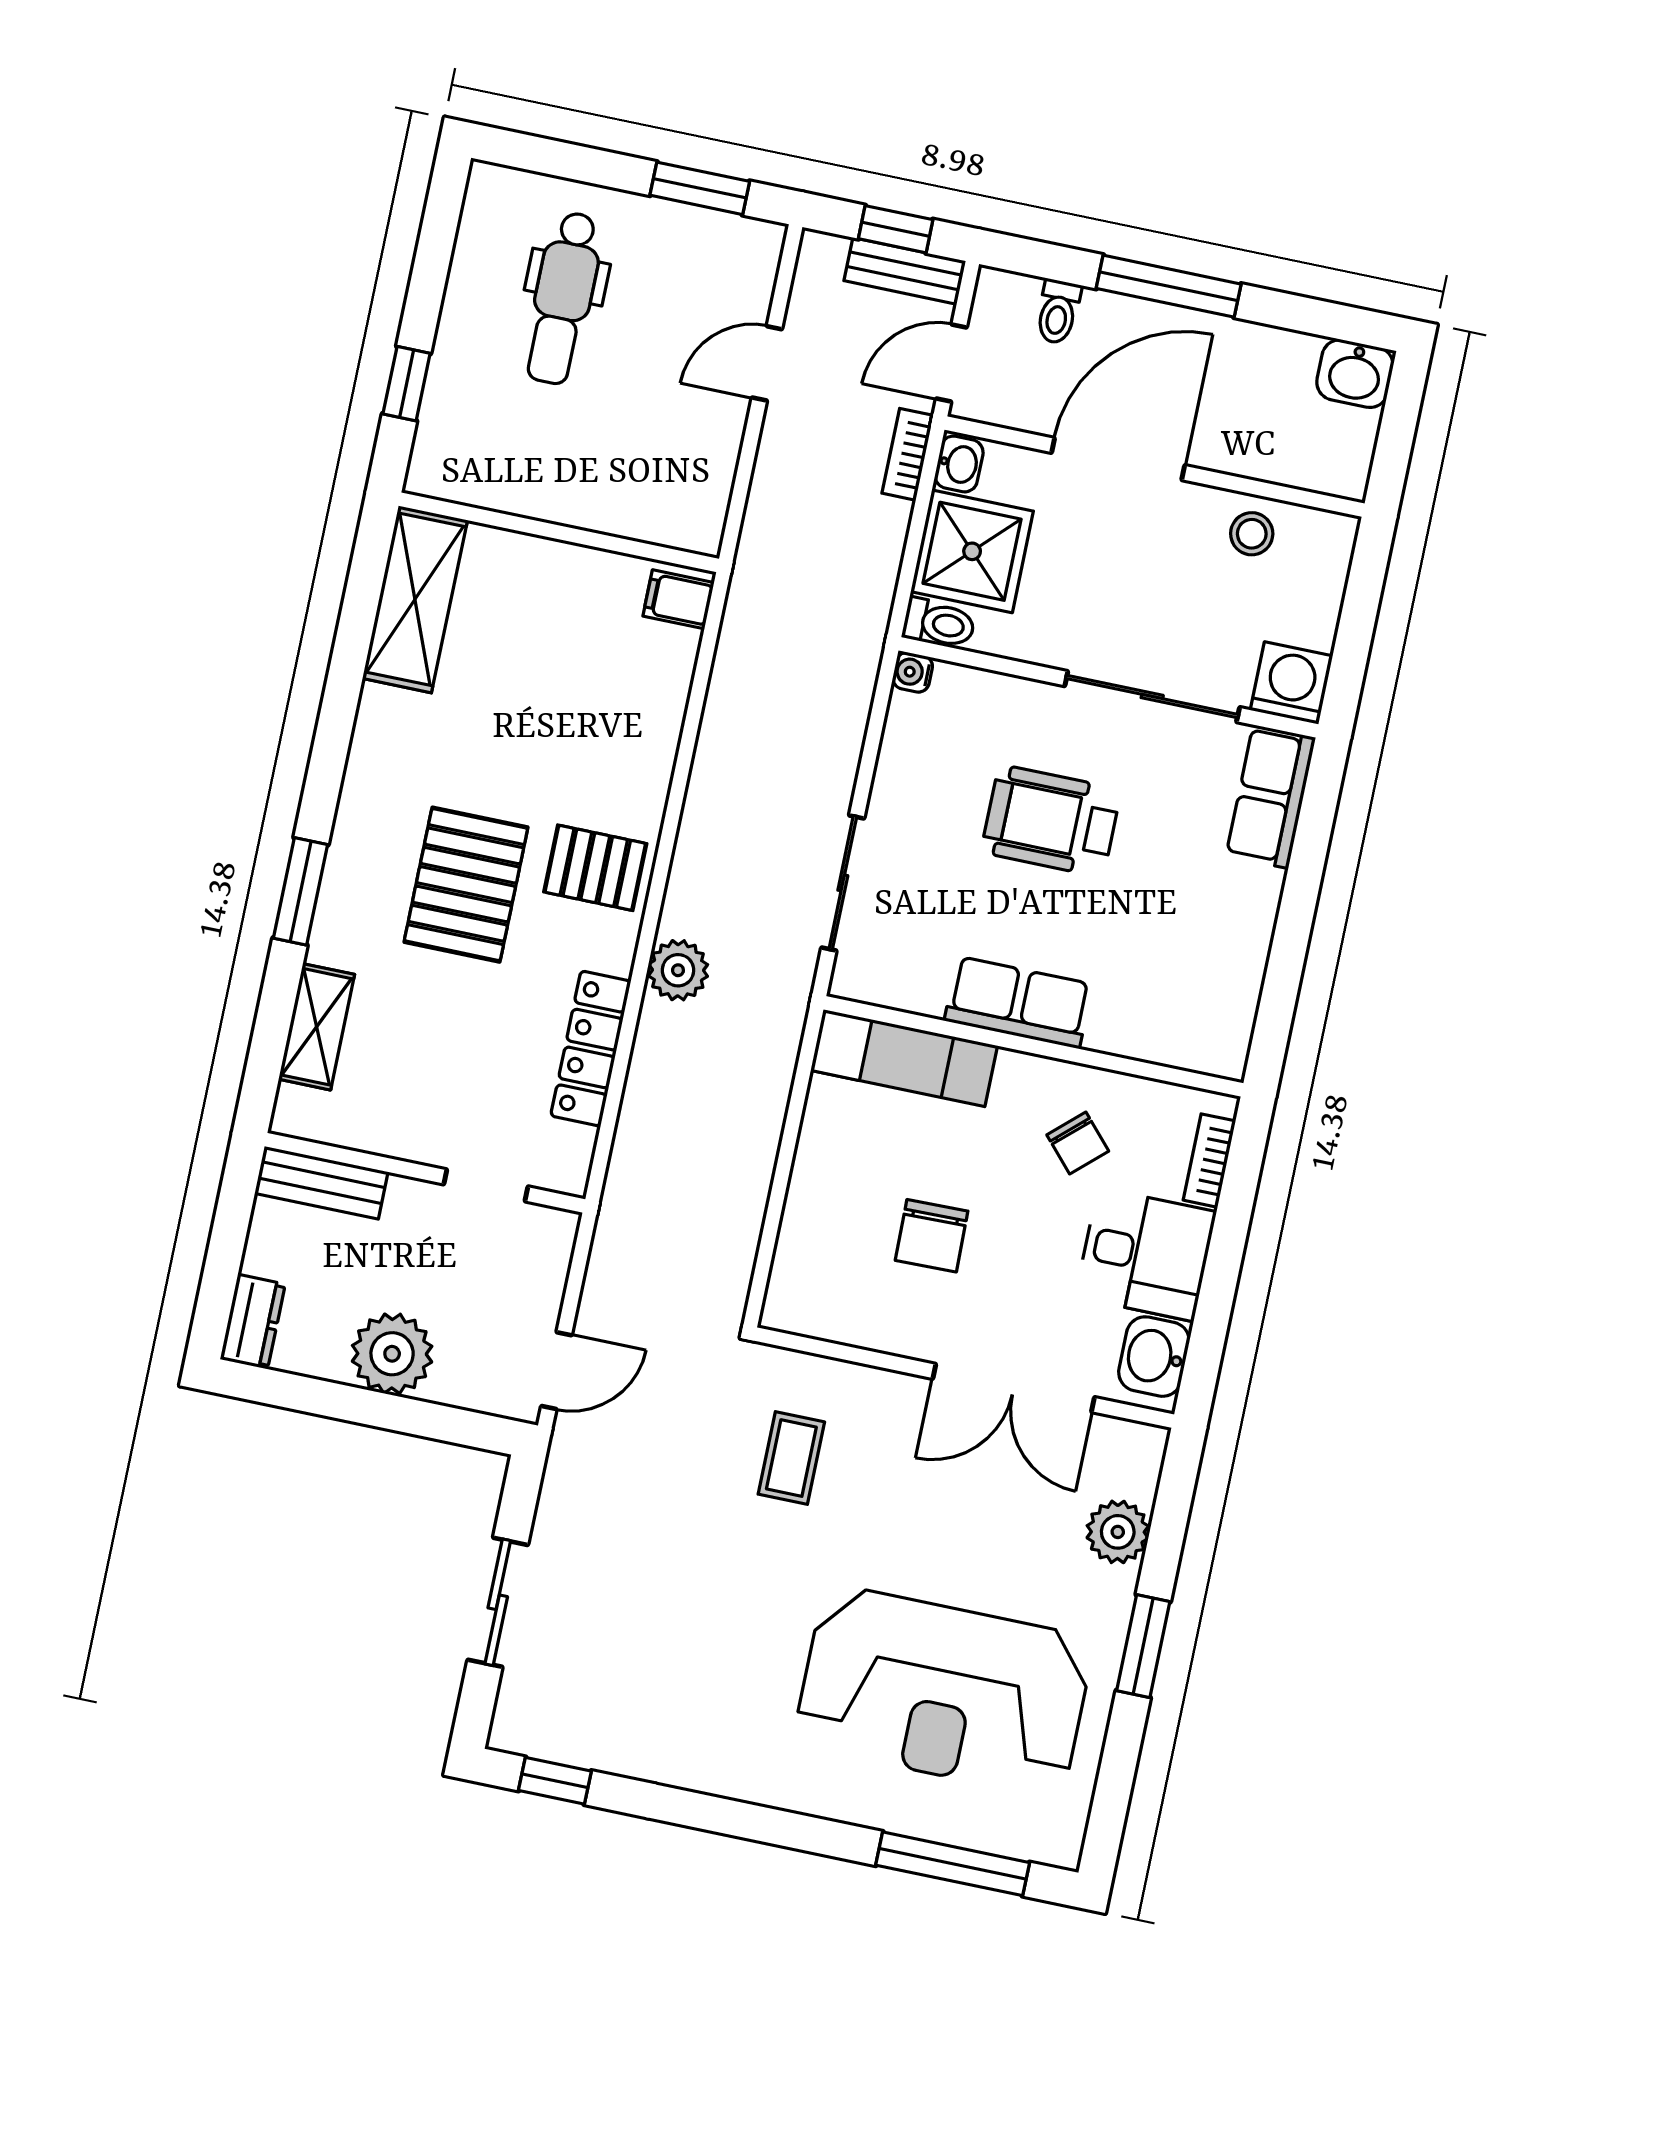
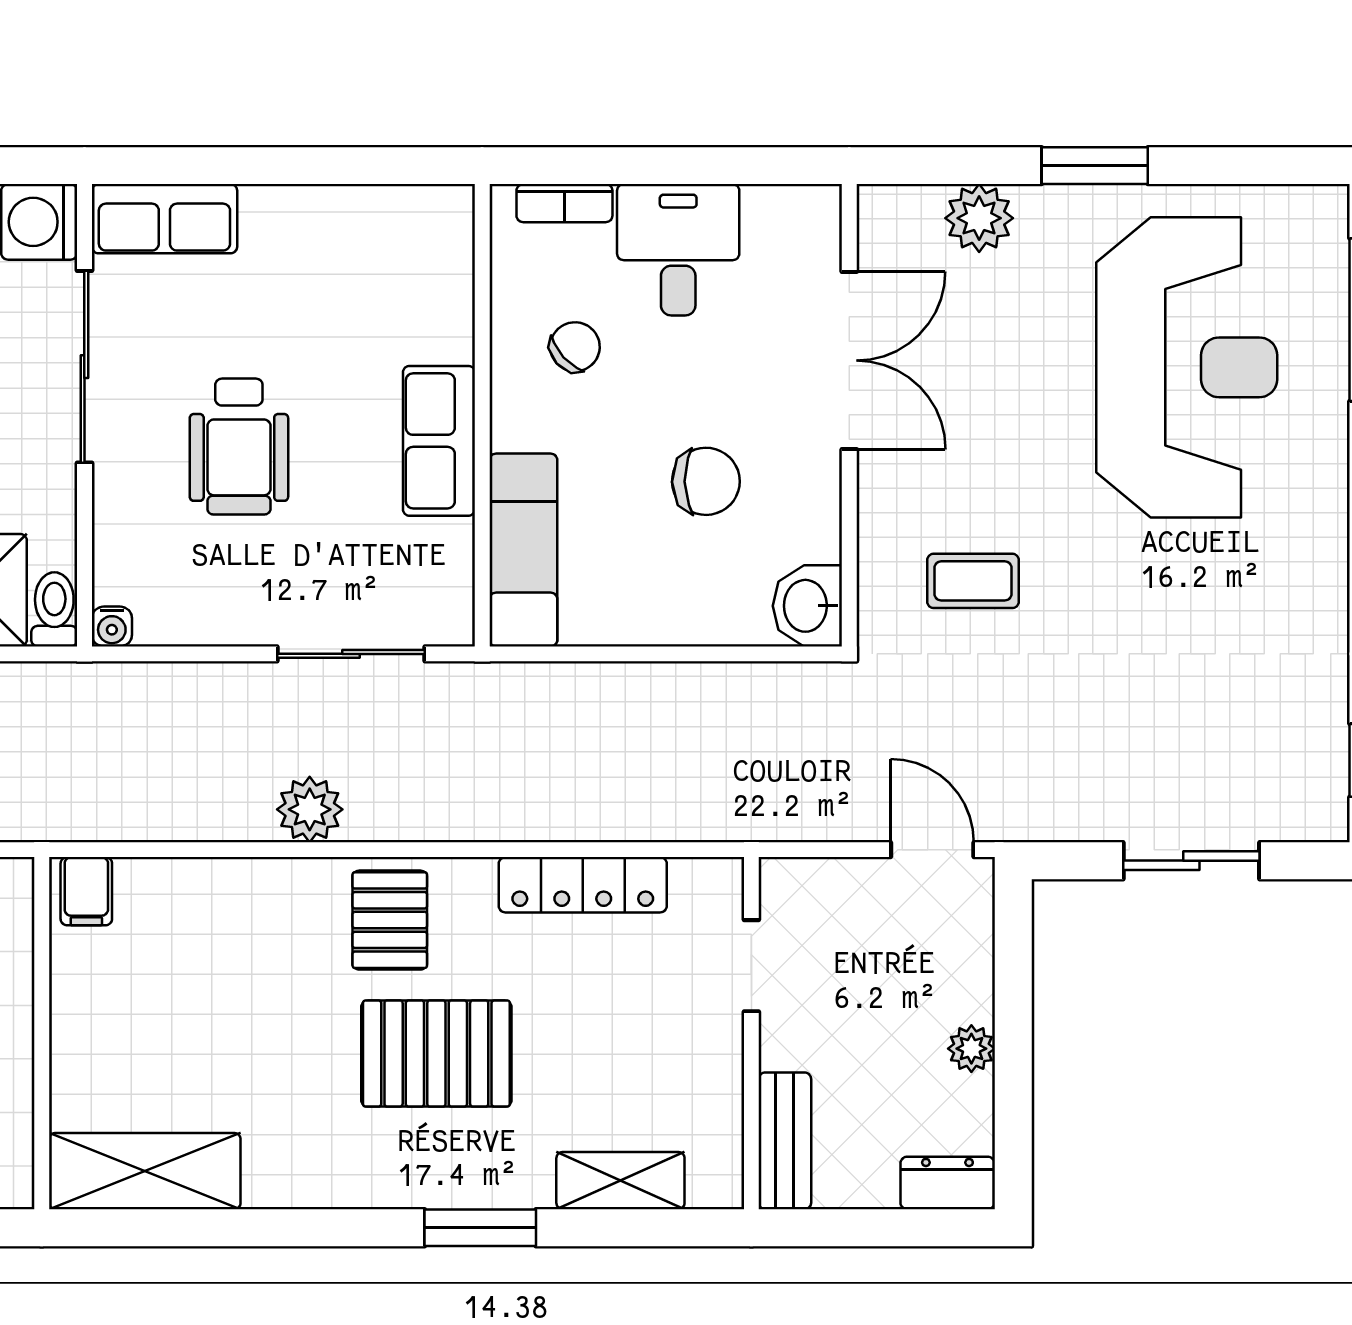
plant: (678, 970) -> (310, 809), moved
plant: (392, 1354) -> (971, 1049), width x0.53, depth x0.53
washbasin: (1154, 1357) -> (807, 606), moved, turned 90

